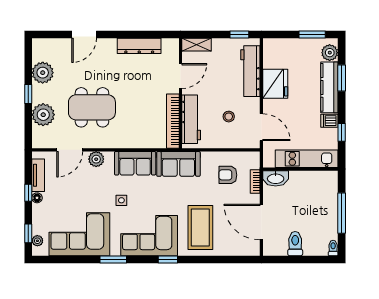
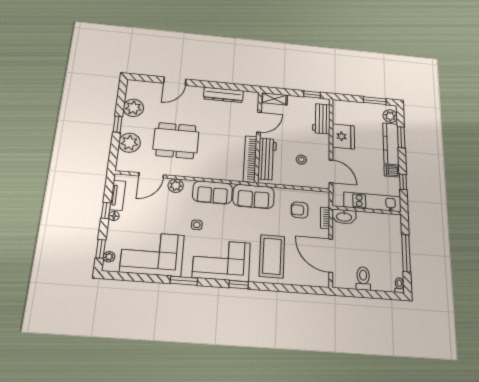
workbench: (250, 71) -> (321, 119), width x0.73

